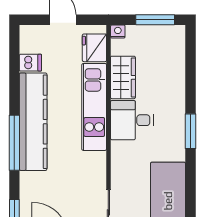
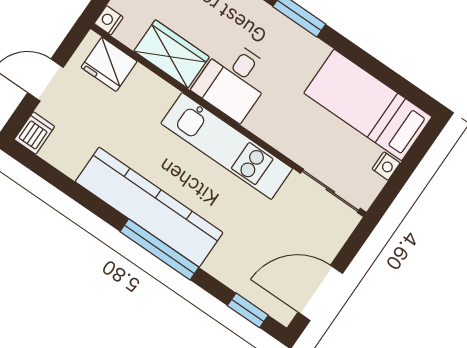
dishwasher: (30, 63) -> (34, 133), moved
kitchen unit: (94, 107) -> (227, 146), moved

